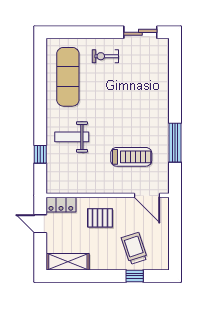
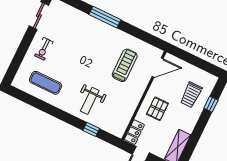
exercise mat: (68, 77) -> (46, 83), width x0.73, depth x0.69
window: (175, 143) -> (105, 17), moved
trolley: (134, 248) -> (191, 95), turned -72

